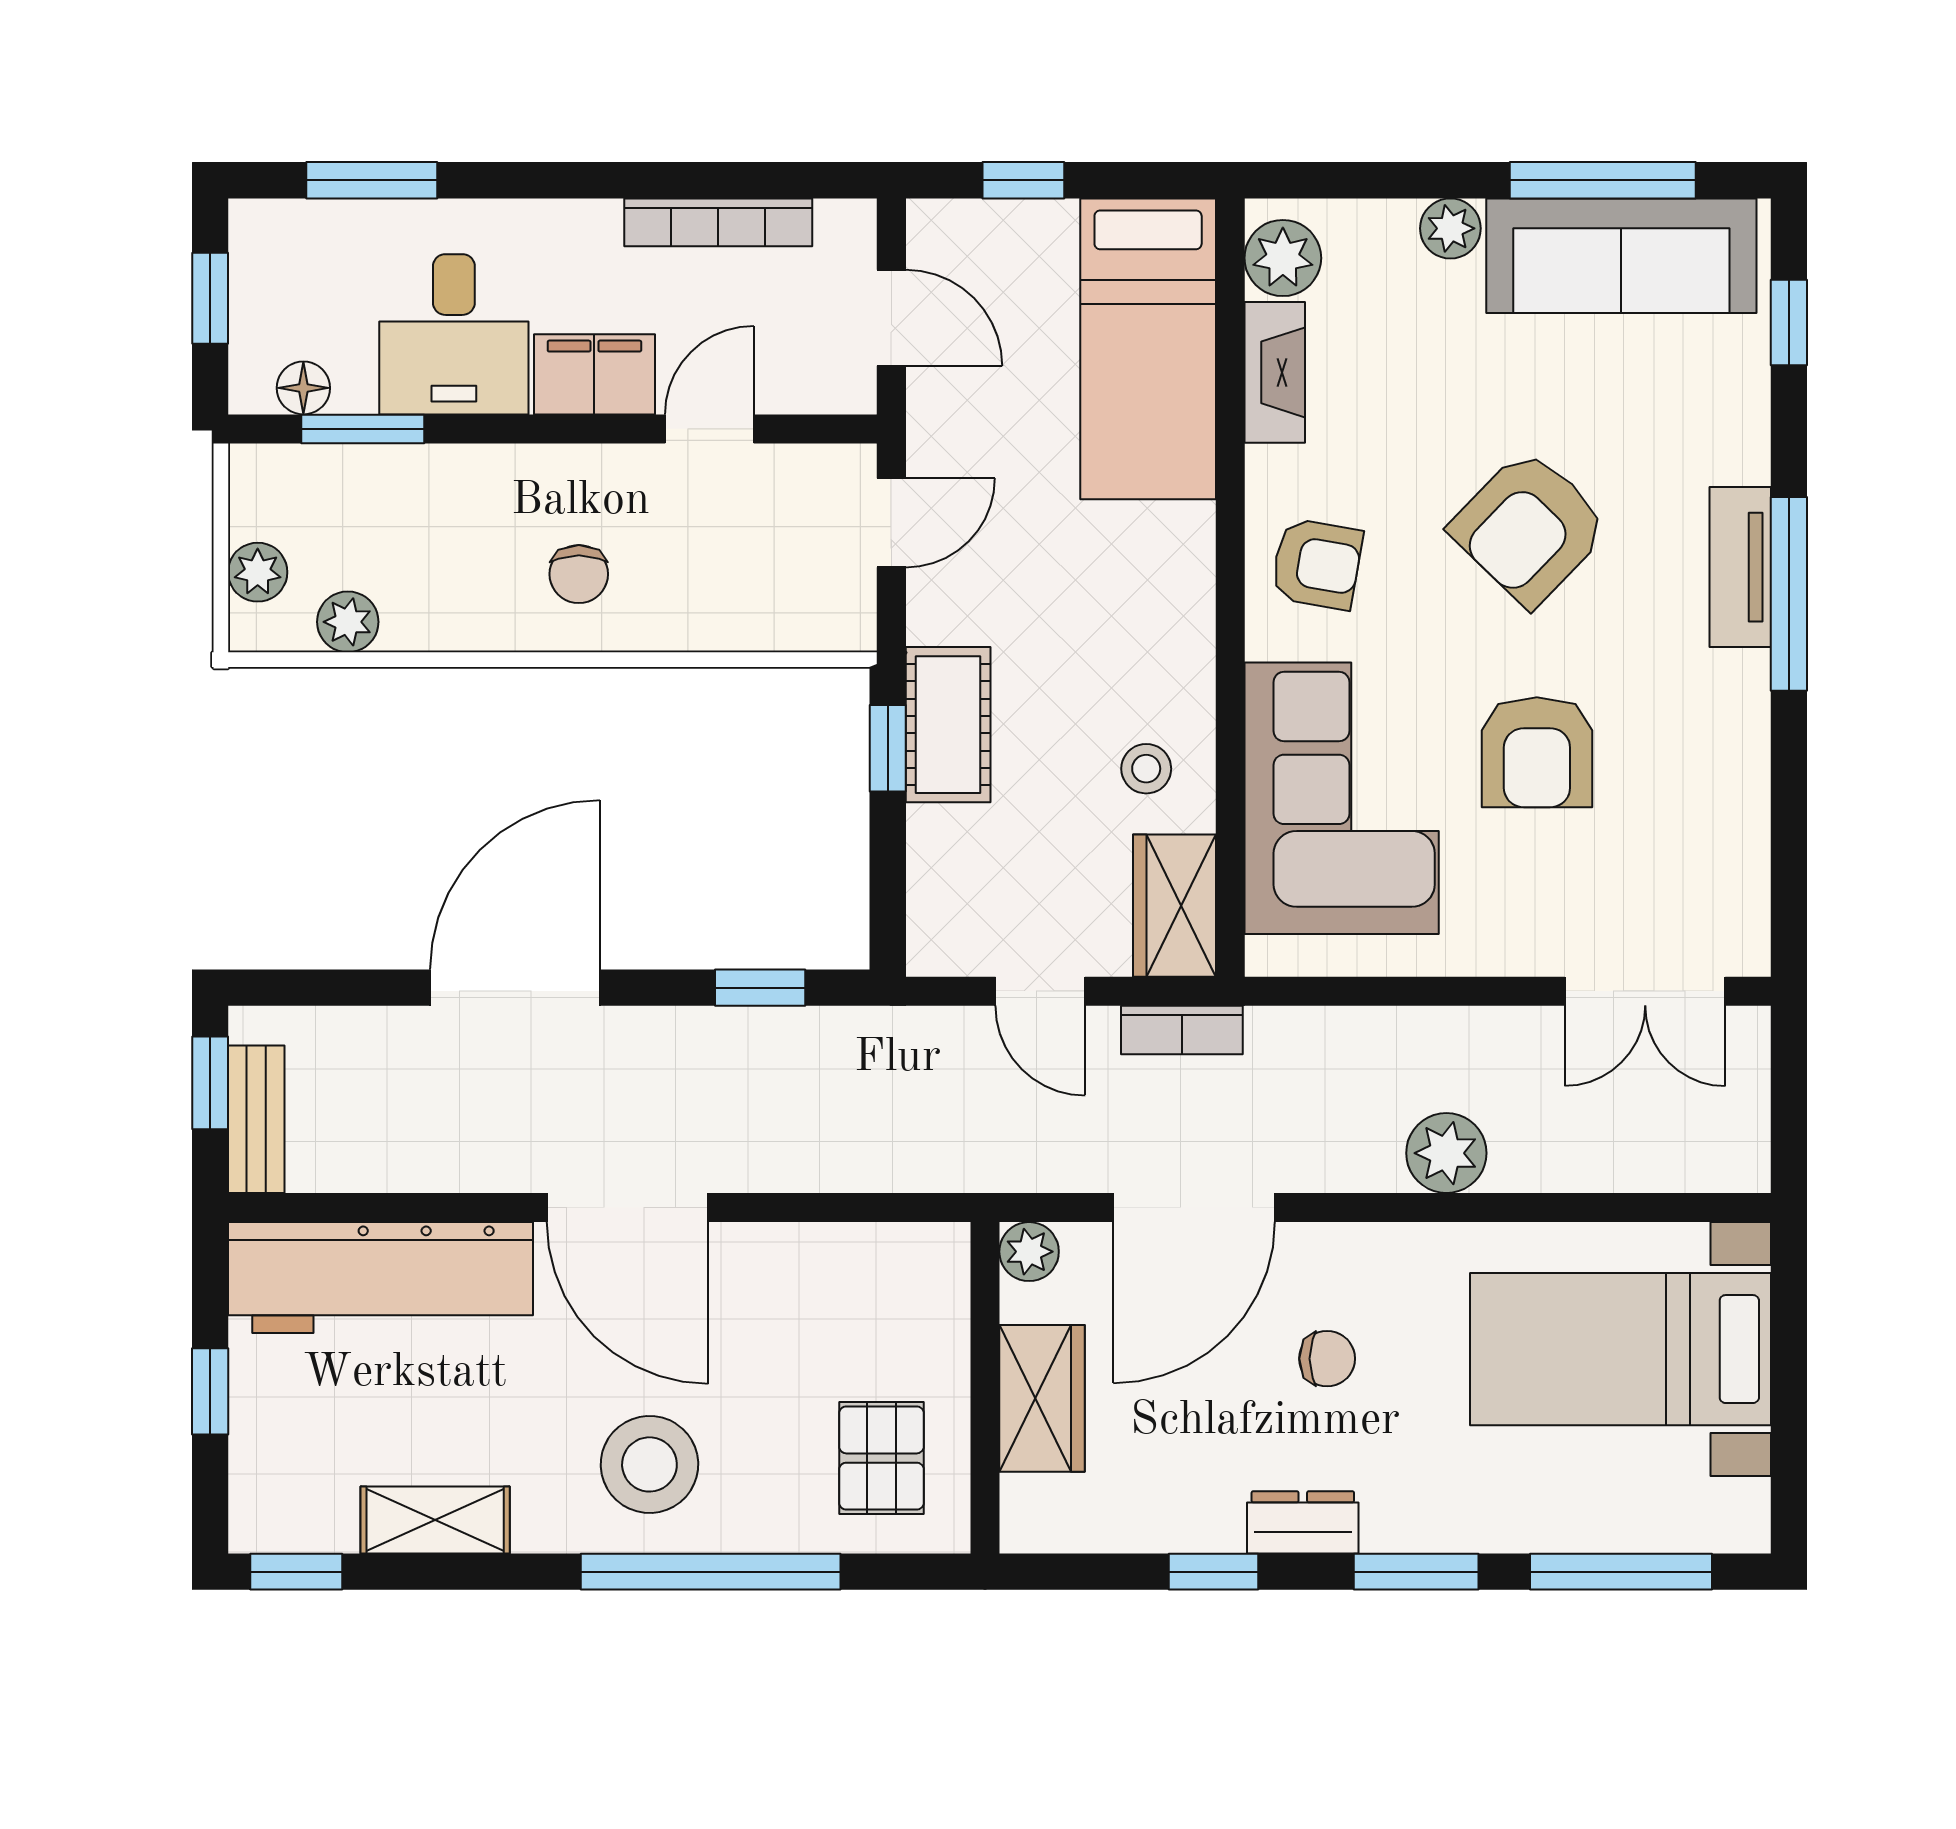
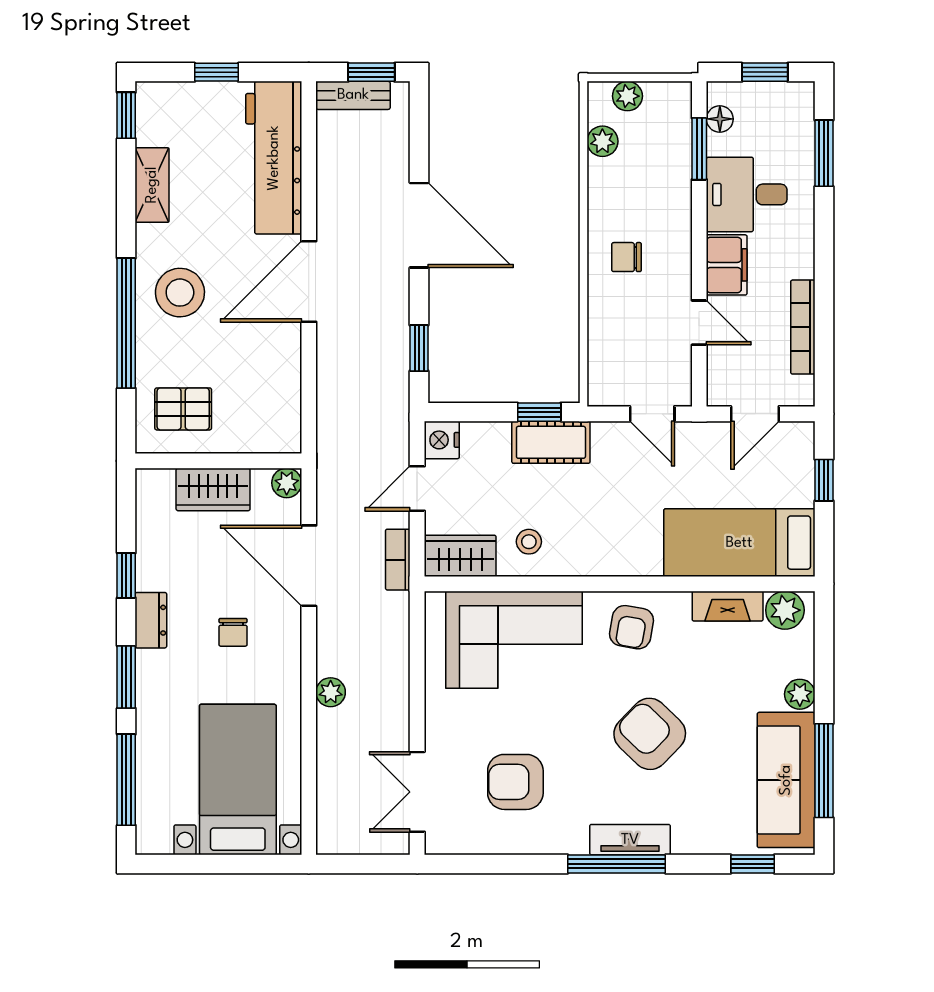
armchair: (1537, 752) -> (515, 782), moved
nightstand: (943, 942) -> (442, 440), added
plant: (1446, 1153) -> (331, 692), width x0.73, depth x0.73

